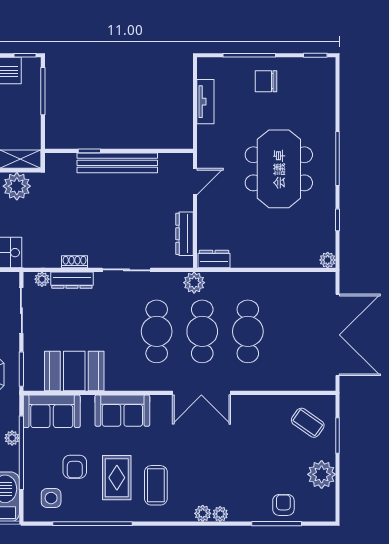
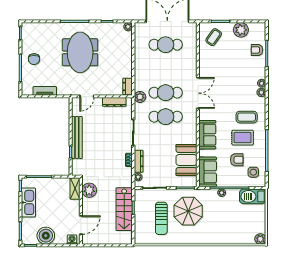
meeting table: (279, 169) -> (80, 52), turned 90
door: (195, 182) -> (87, 96), swing flipped
cafe table: (248, 331) -> (166, 45), moved

